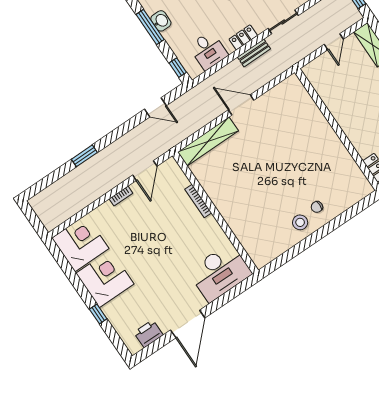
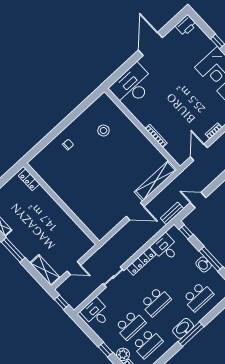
locker: (243, 37) -> (141, 261), width x1.53
door: (334, 42) -> (74, 268), swing flipped
bench: (254, 53) -> (172, 213), moved
stool: (300, 222) -> (103, 131), moved
printer: (148, 334) -> (186, 25), moved

